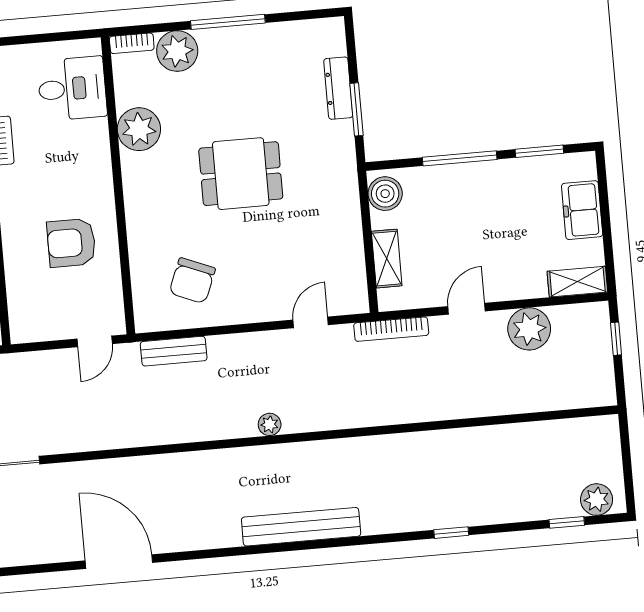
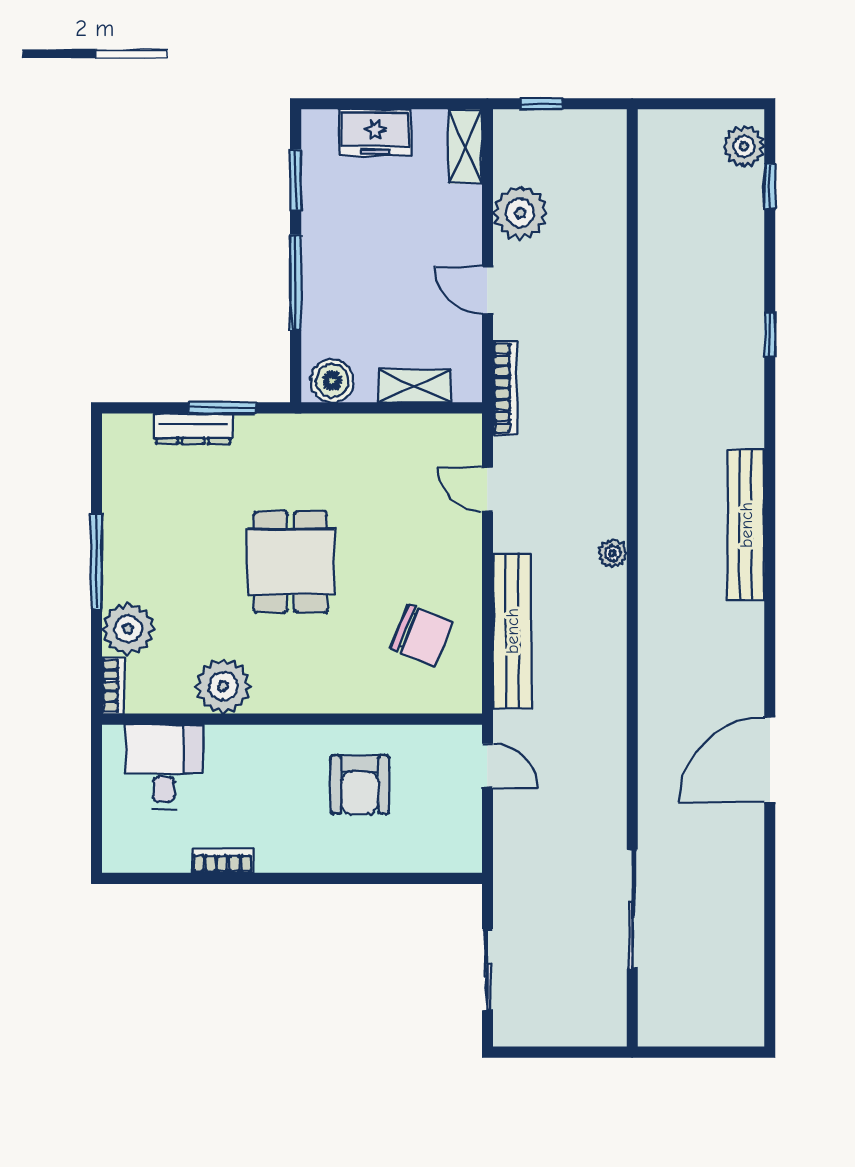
bench: (174, 351) -> (512, 631), width x1.86, depth x1.21

